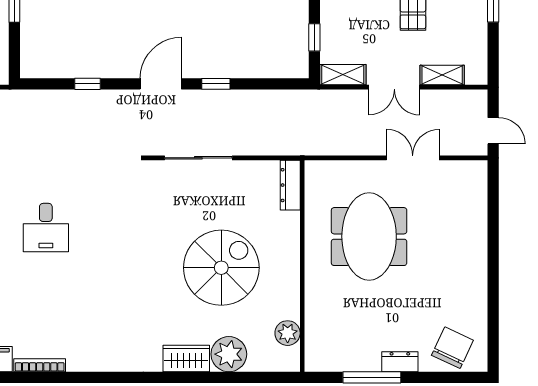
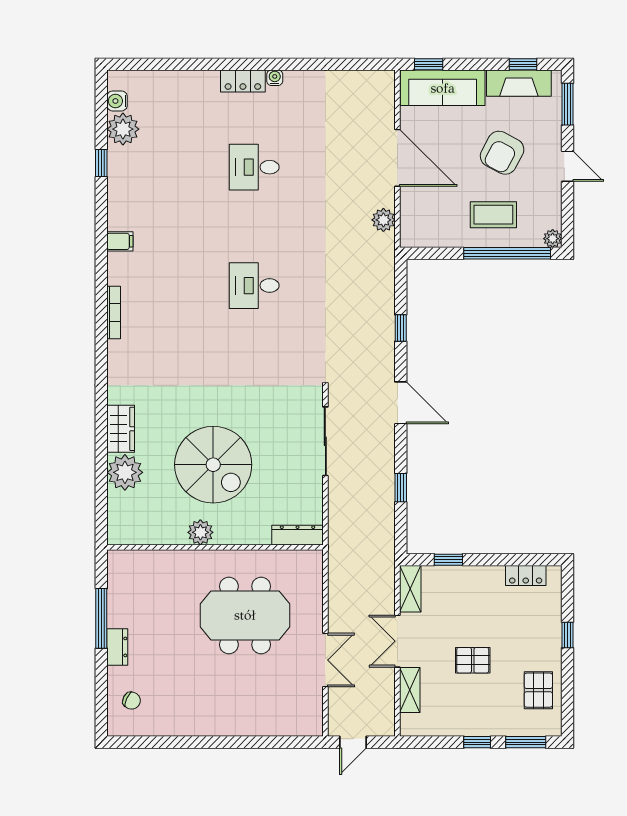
window: (216, 84) -> (401, 488), moved
plant: (288, 333) -> (200, 532), moved
chair: (452, 348) -> (132, 701), width x0.54, depth x0.54
bookcase: (40, 365) -> (114, 313), moved

